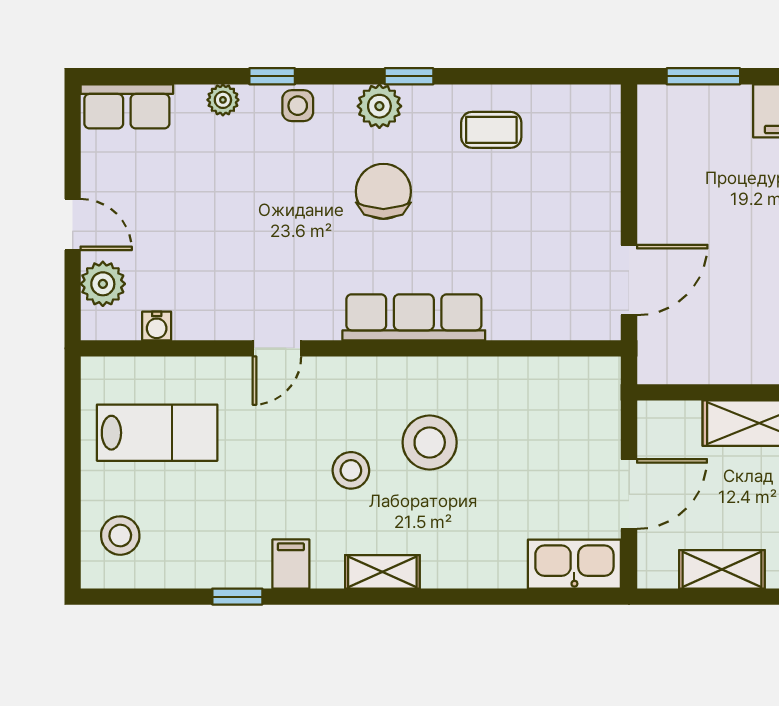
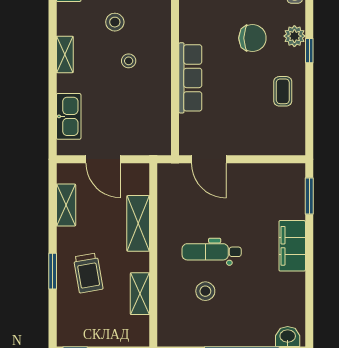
row of seats: (414, 317) -> (190, 78), moved
stool: (430, 442) -> (129, 61), width x0.53, depth x0.53
kitchen sink: (574, 564) -> (69, 116), moved
shelving: (382, 572) -> (65, 54), moved

